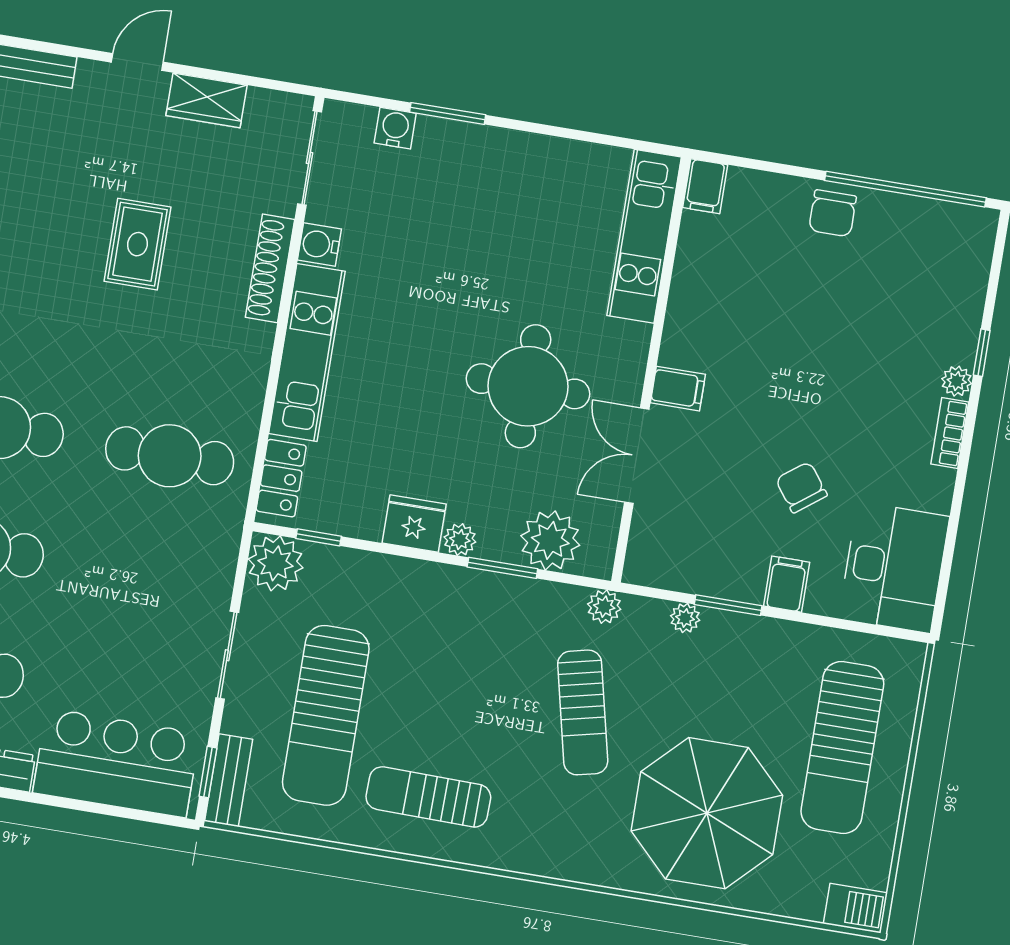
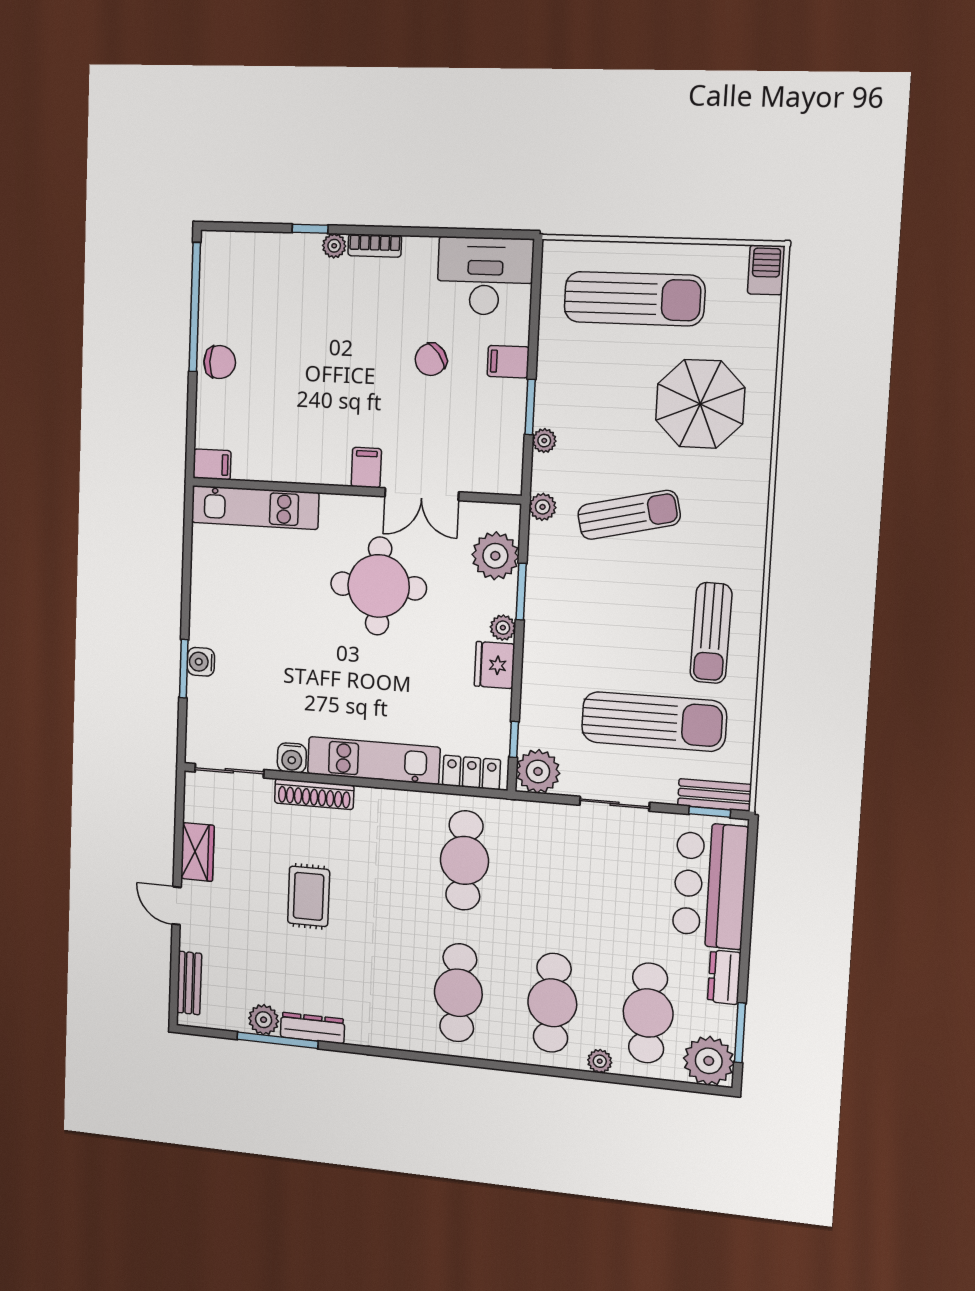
water cooler: (395, 128) -> (201, 662), moved
rug: (138, 244) -> (309, 896), turned 90
parasol: (707, 813) -> (700, 404), width x0.73, depth x0.73

